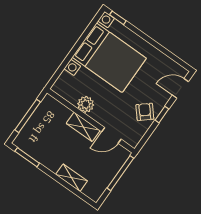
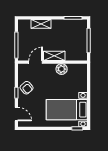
bed with nightstands: (109, 58) -> (67, 110), width x0.73
door: (180, 88) -> (16, 114), hinge flipped

